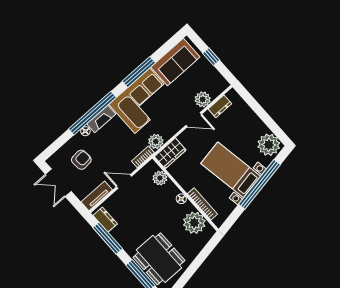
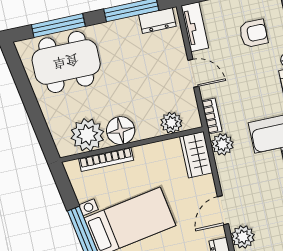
armchair: (81, 160) -> (253, 33), turned -85
door: (124, 182) -> (193, 73), hinge flipped
floor lamp: (181, 199) -> (121, 131), width x1.89, depth x1.89

